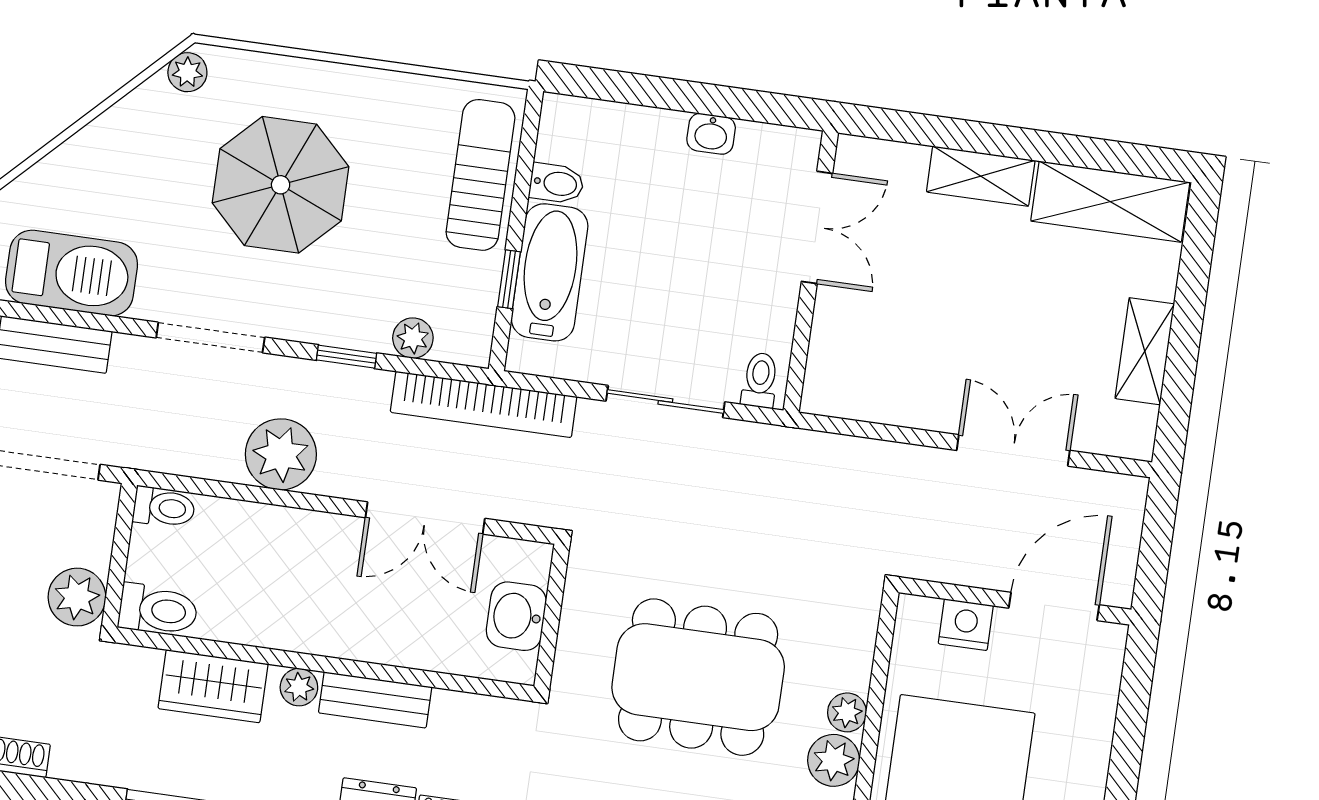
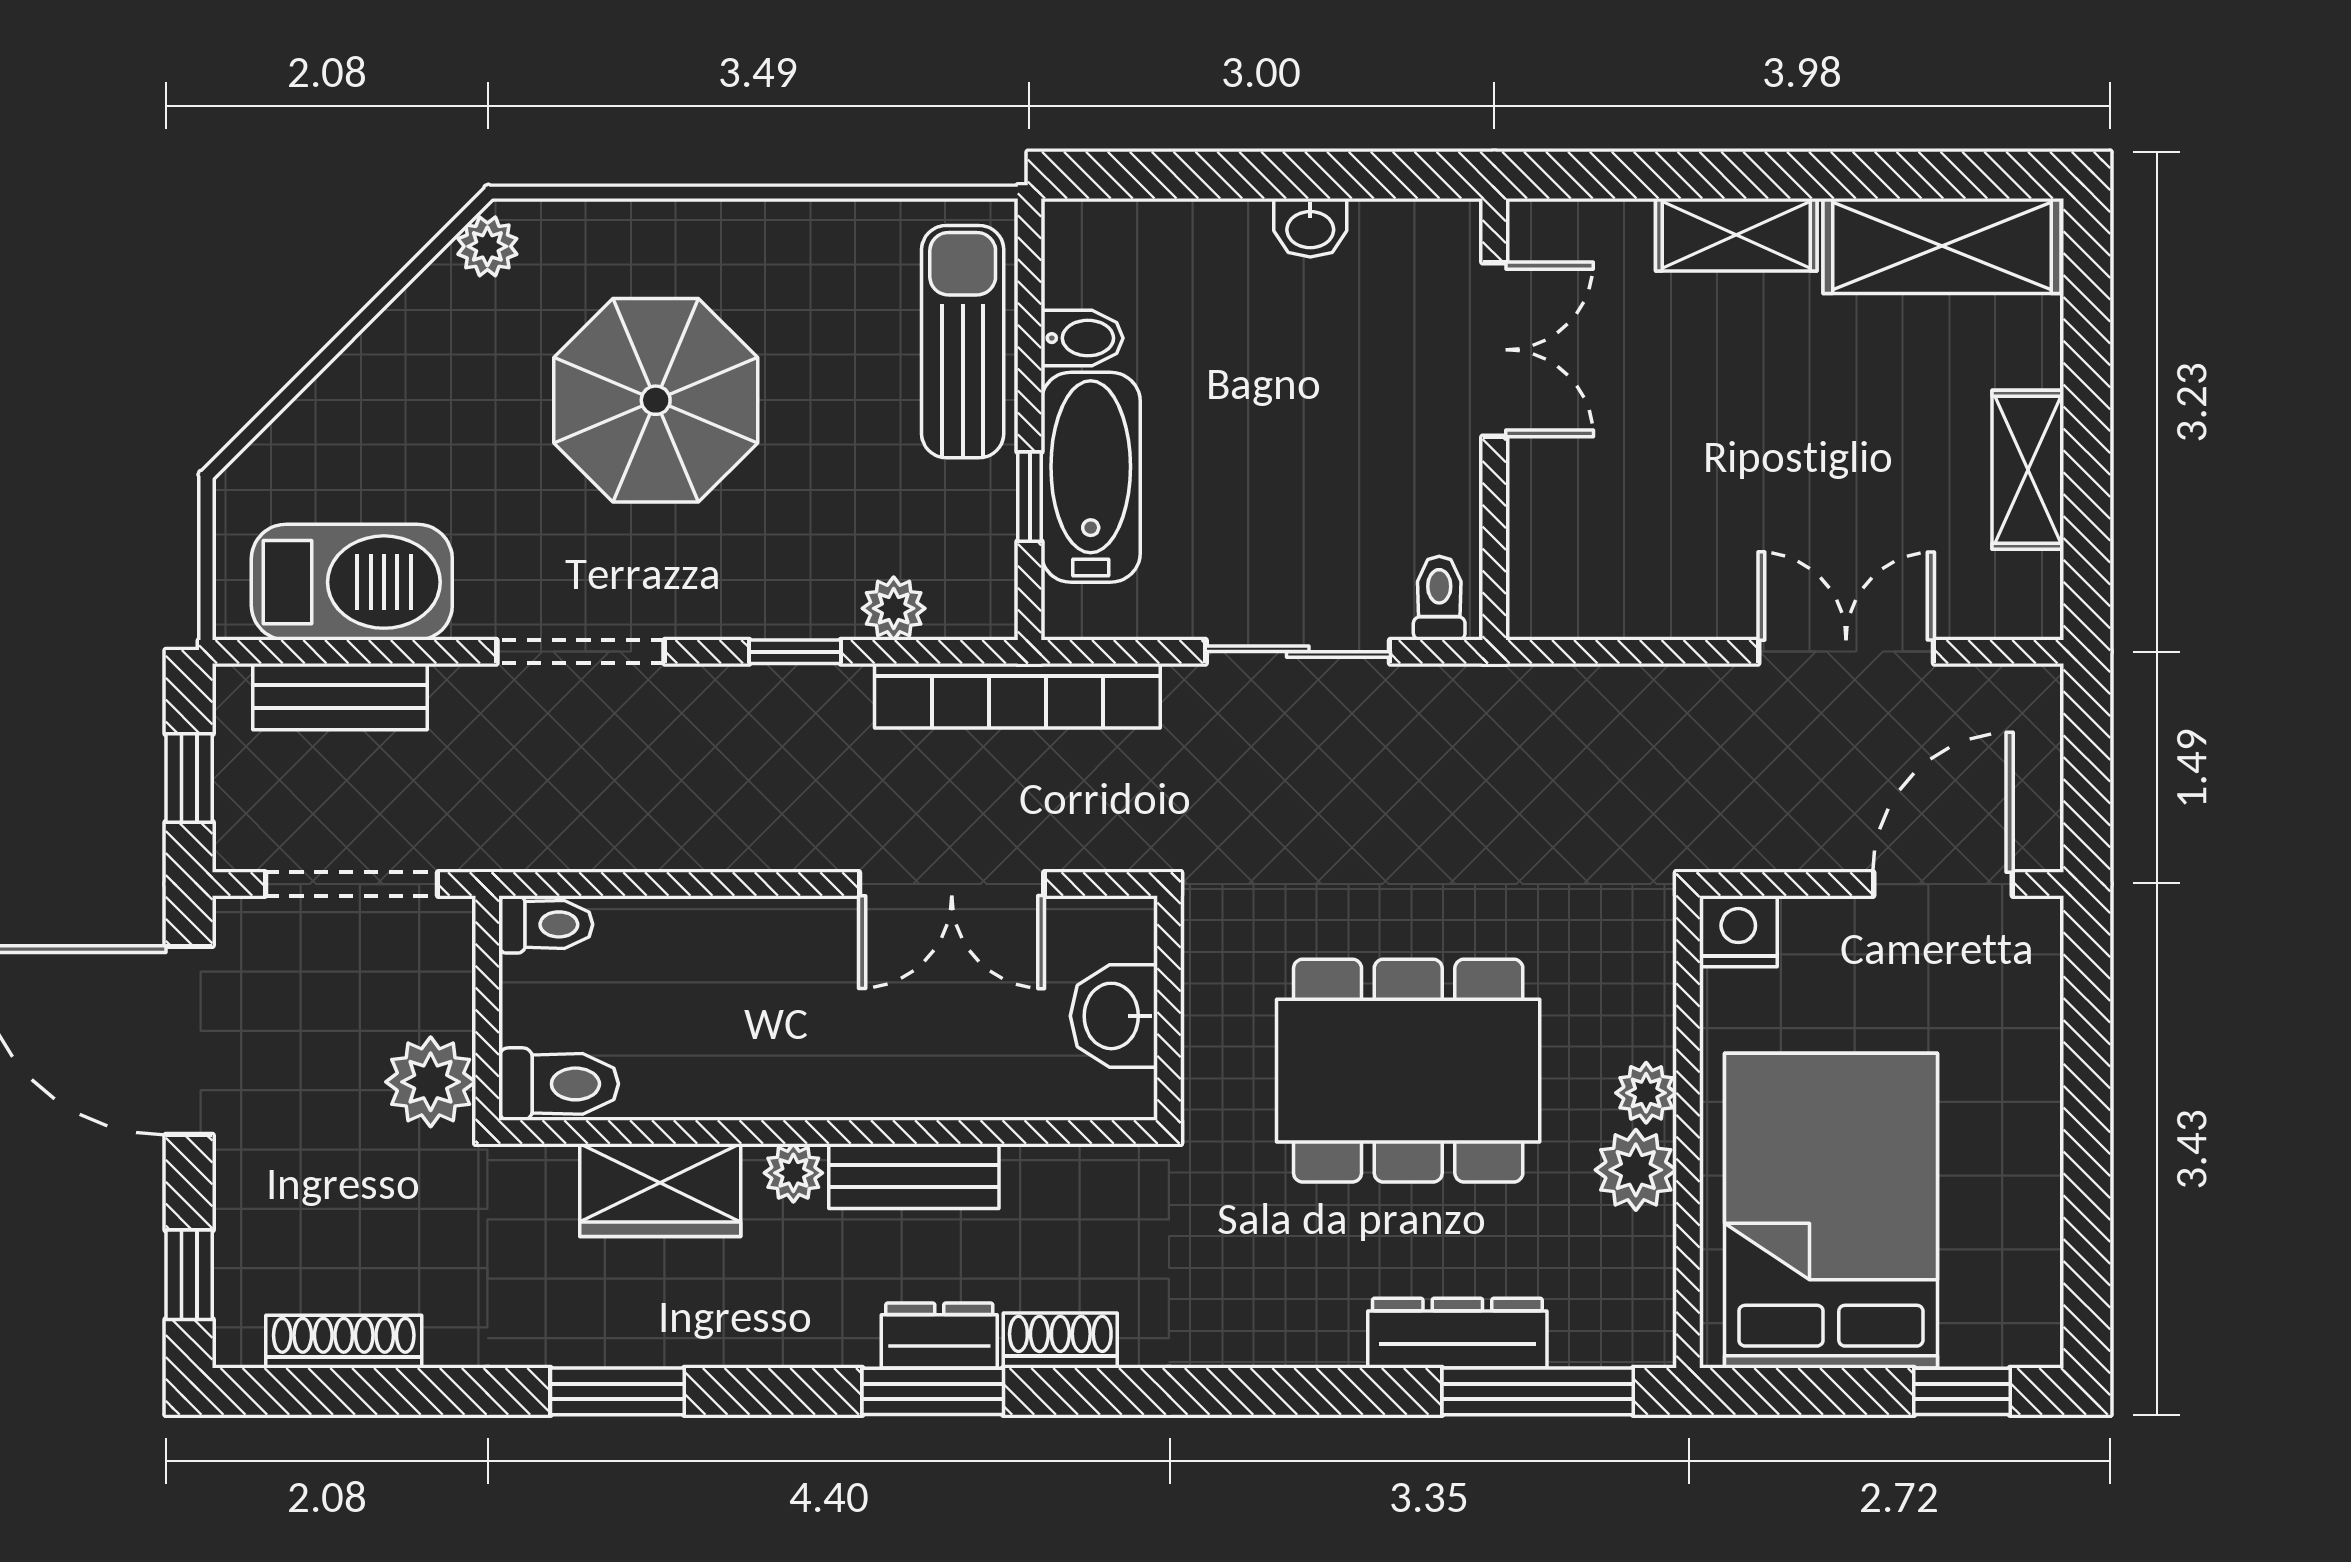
plant: (281, 454) -> (715, 817), removed
nightstand: (966, 625) -> (1738, 931), moved

